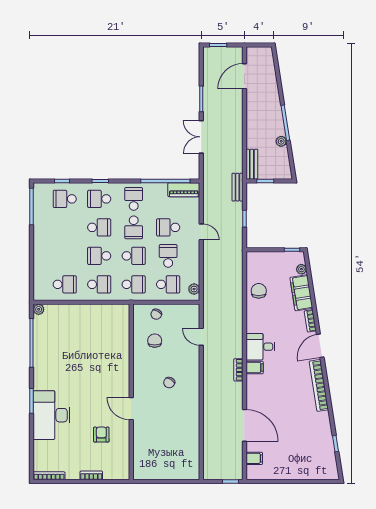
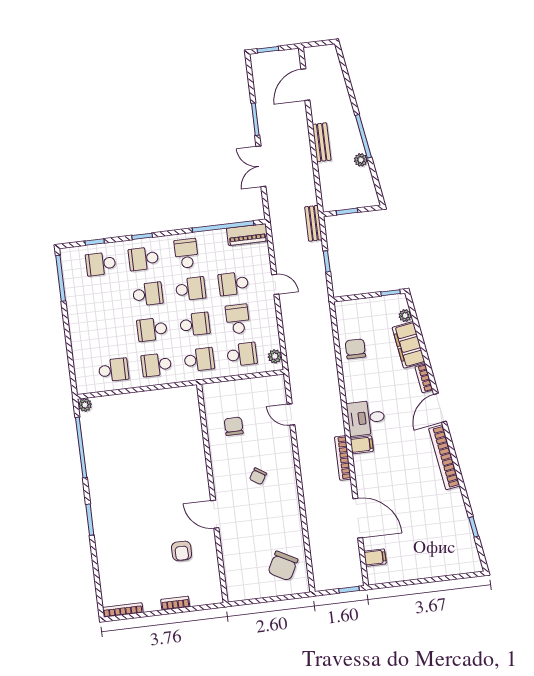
bench: (252, 164) -> (322, 142), moved
school desk: (134, 227) -> (191, 289), turned -90
school desk: (99, 284) -> (156, 365), turned 180
chair: (156, 314) -> (283, 566), moved, width x1.87, depth x1.87
bookcase: (238, 370) -> (343, 458), width x1.56
desk: (52, 415) -> (117, 534), removed
armchair: (101, 435) -> (182, 551), turned 180

